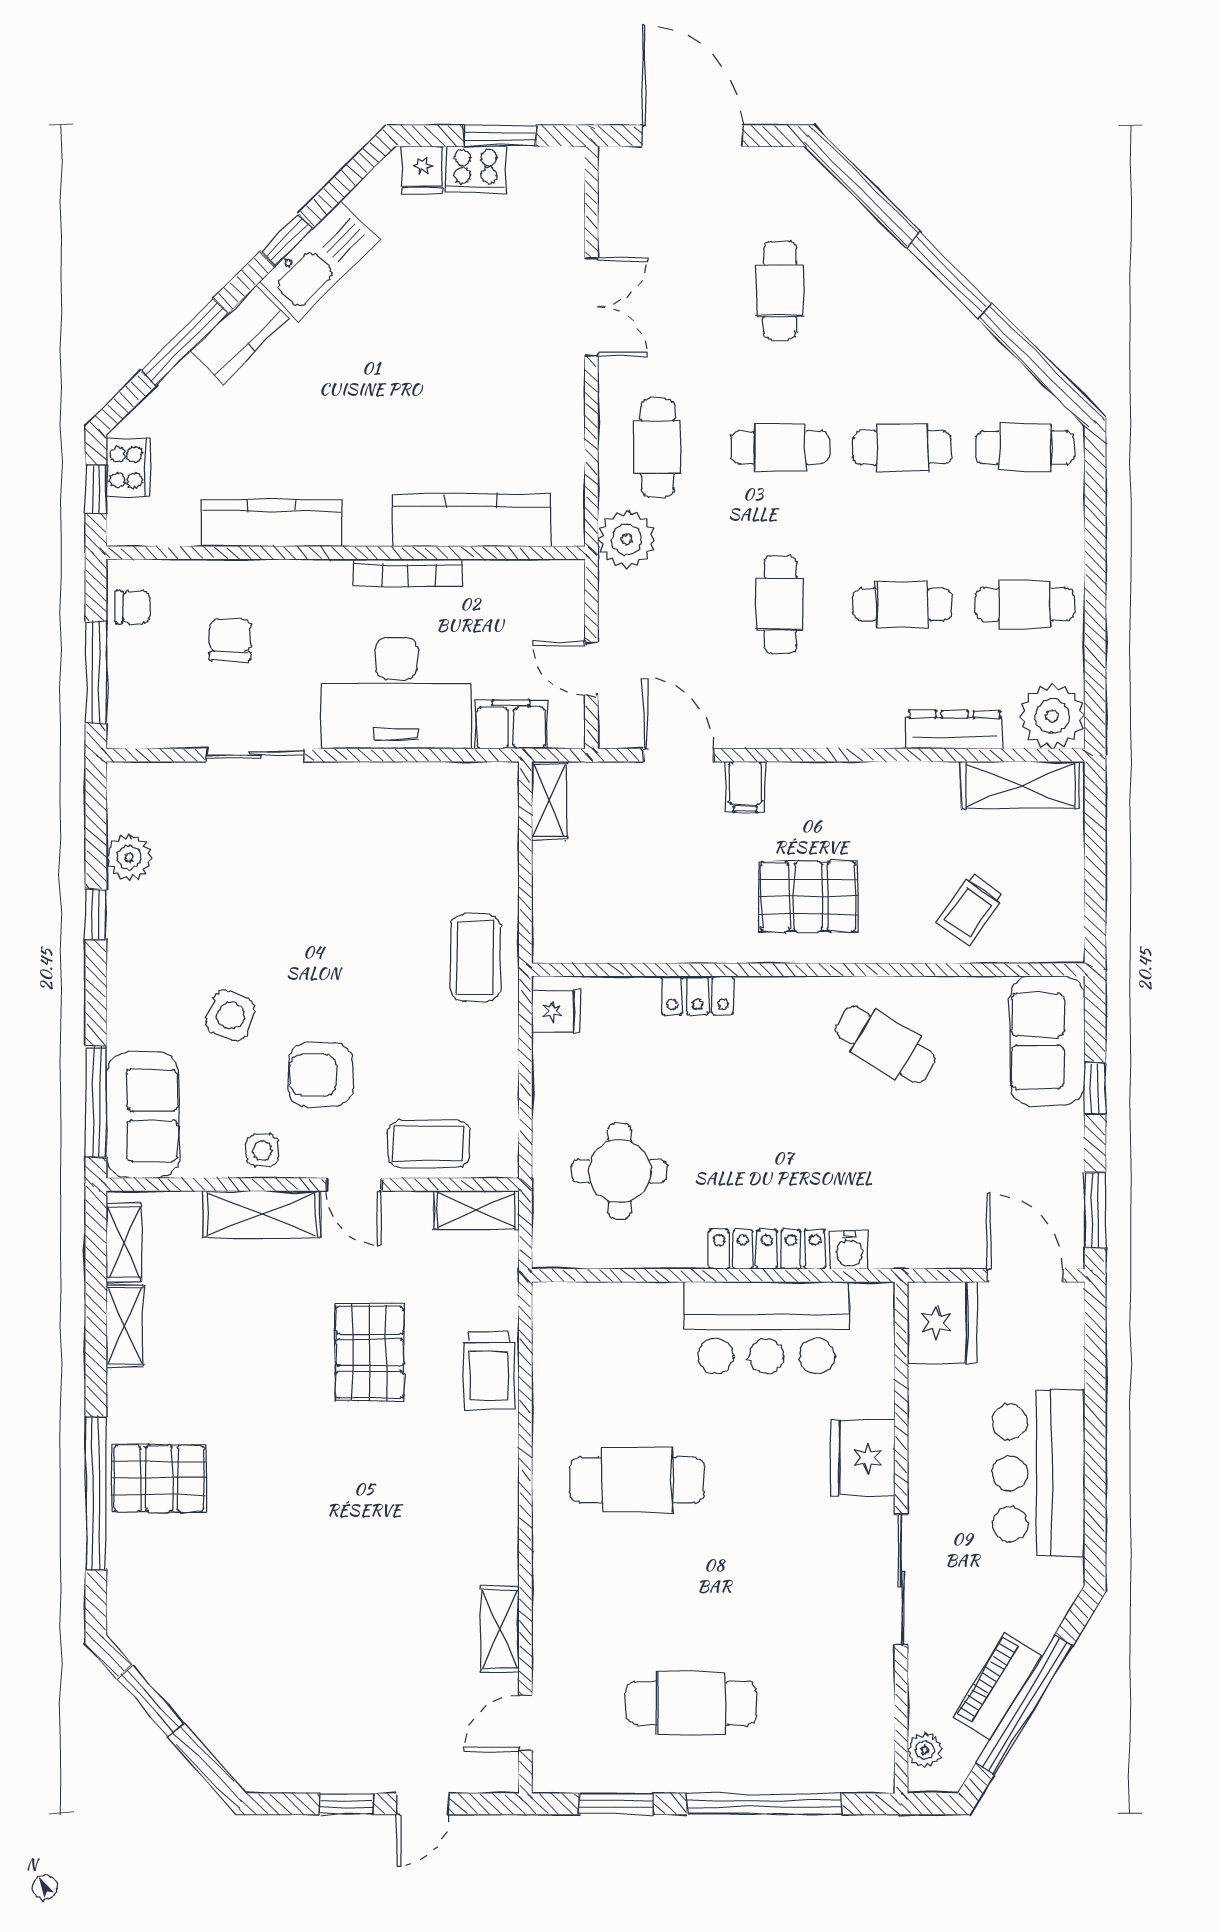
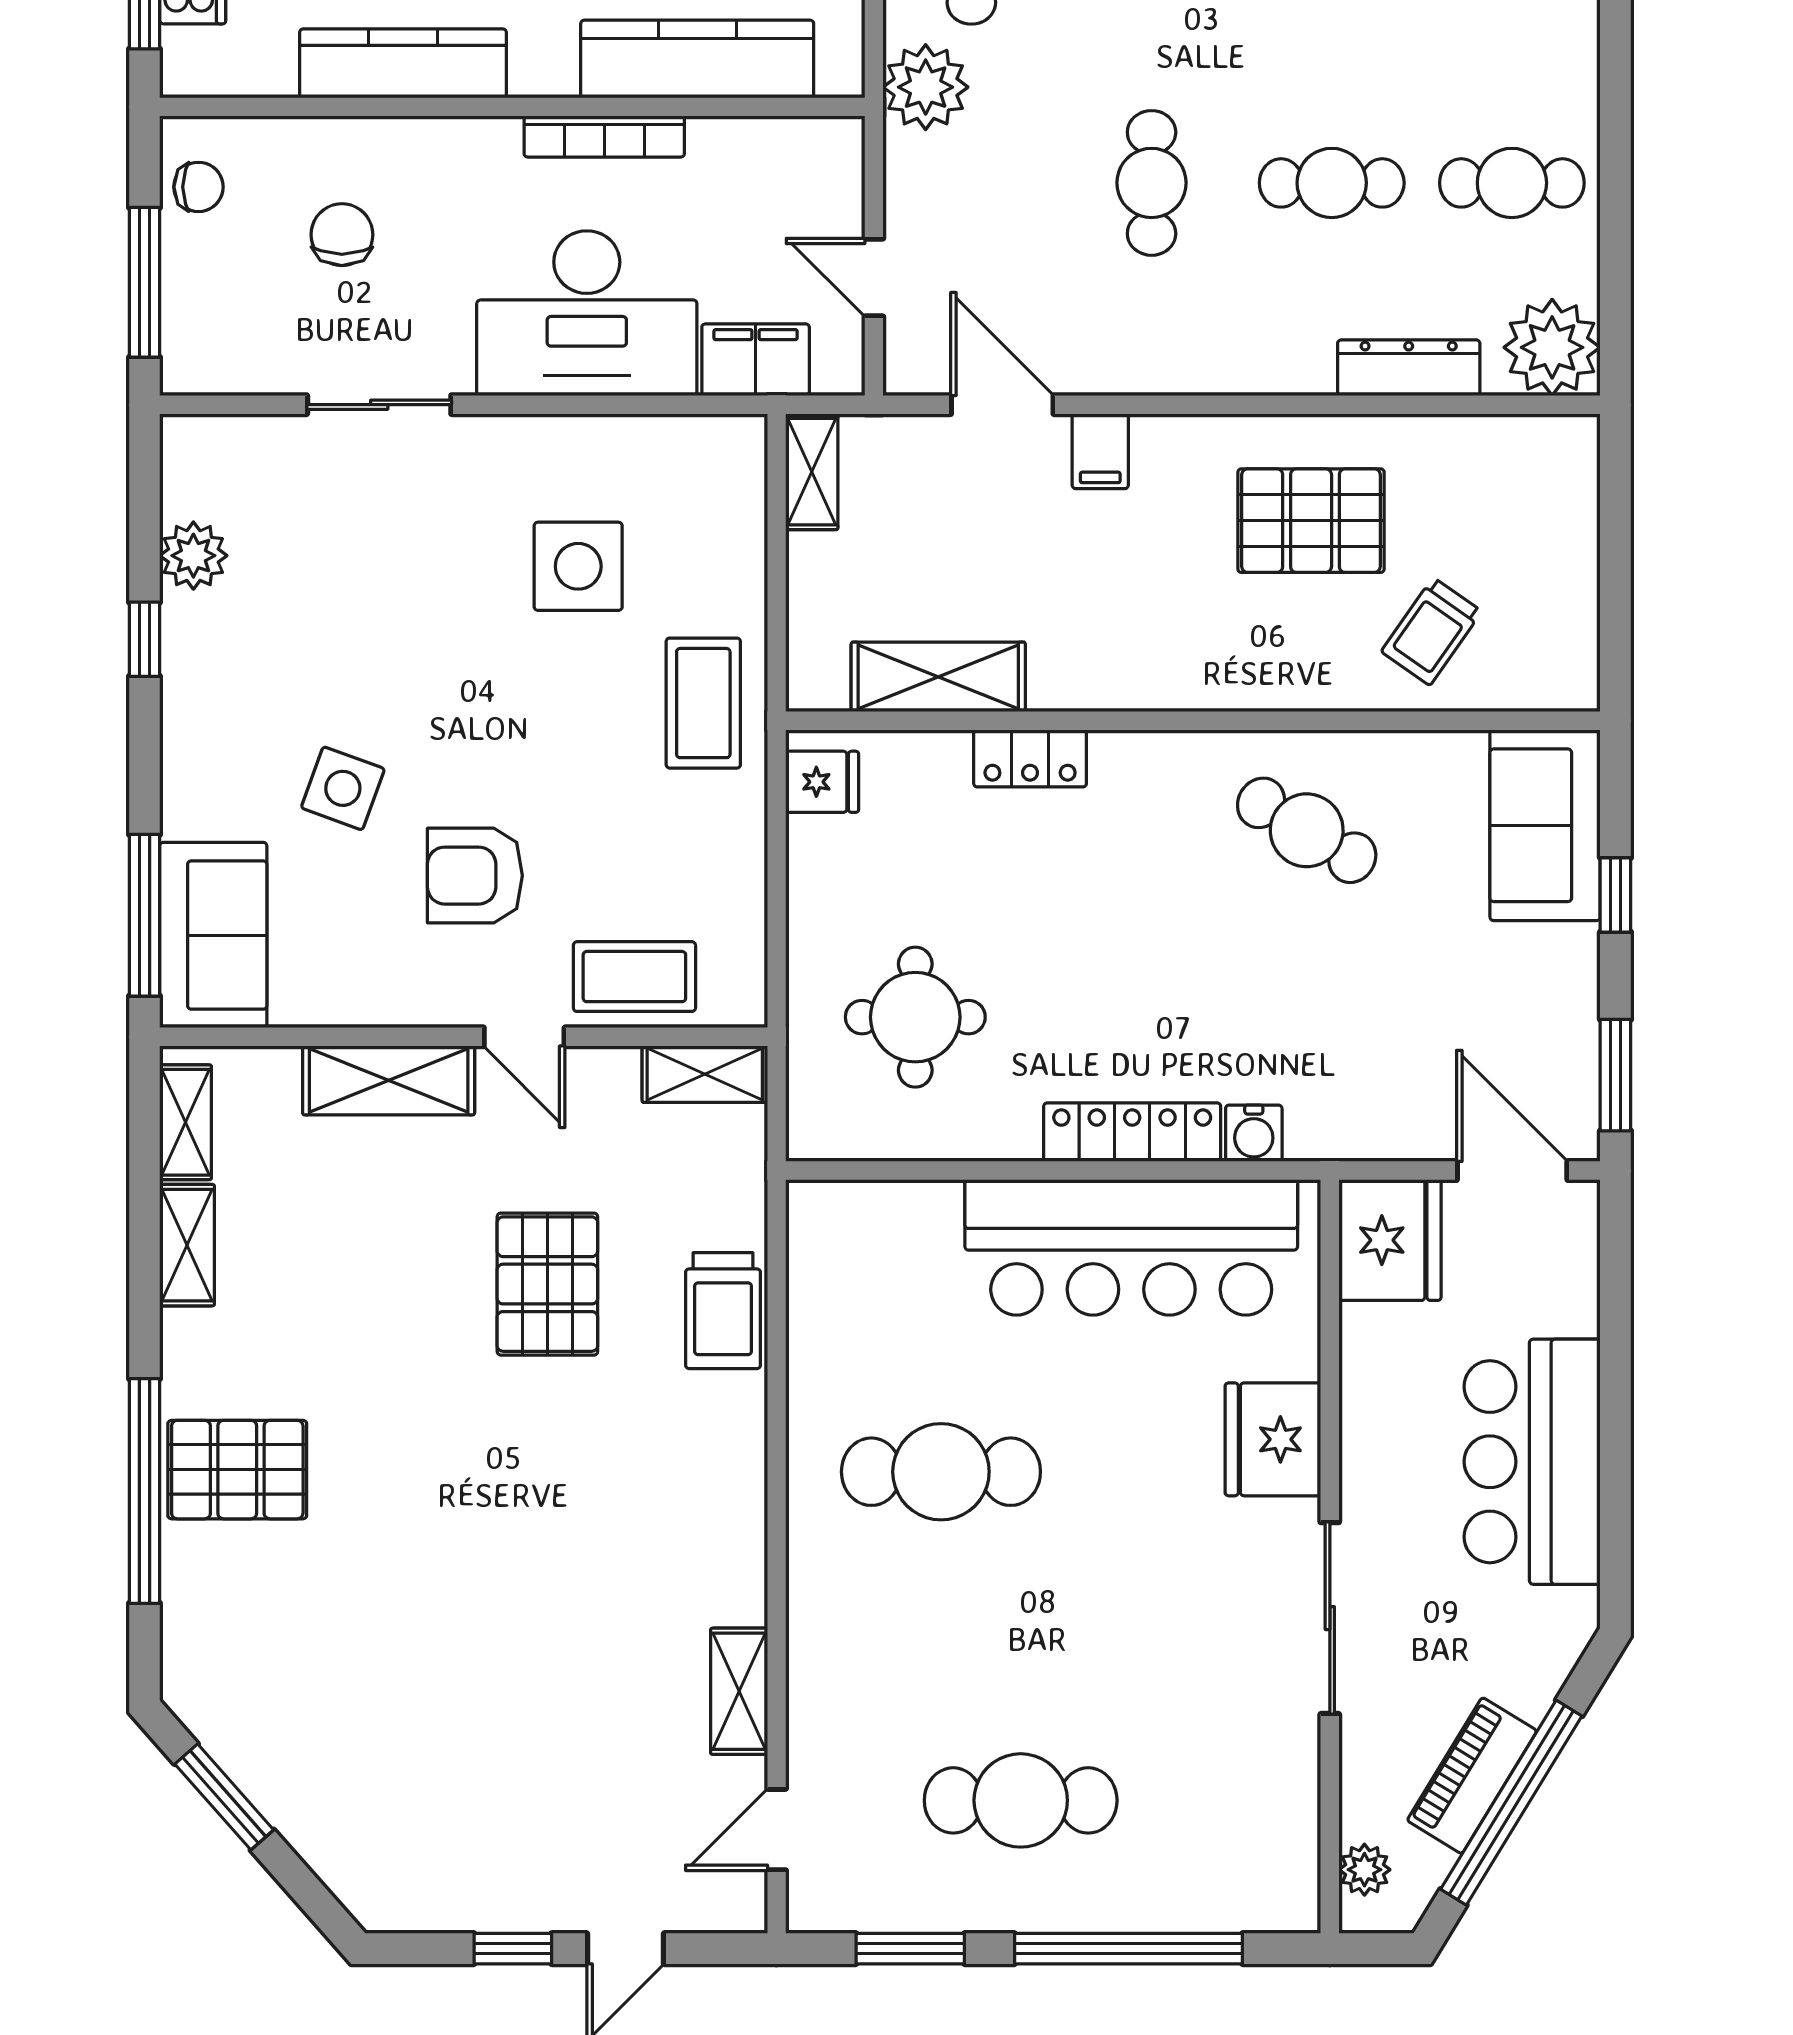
shelving: (1020, 785) -> (938, 677), moved
pallet: (808, 897) -> (1311, 521), moved
side table: (262, 1150) -> (578, 566), moved, width x1.87, depth x1.87
bar counter: (766, 1328) -> (1131, 1247), width x1.36

